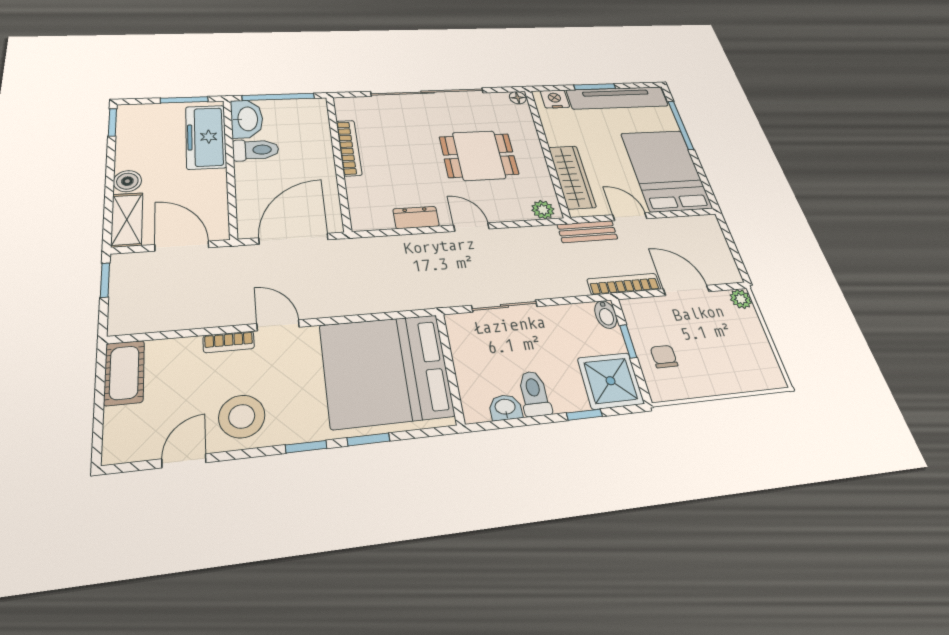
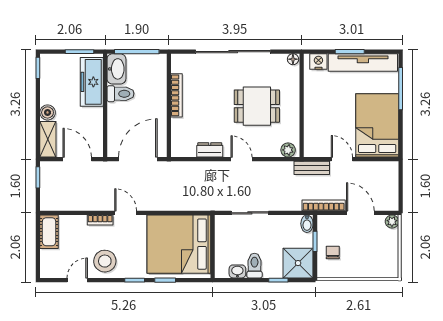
wardrobe: (572, 177) -> (313, 127), removed

